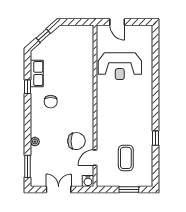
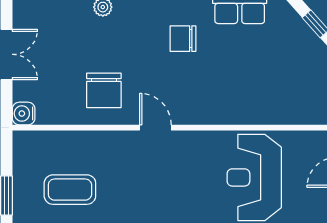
door: (95, 158) -> (155, 128), moved

